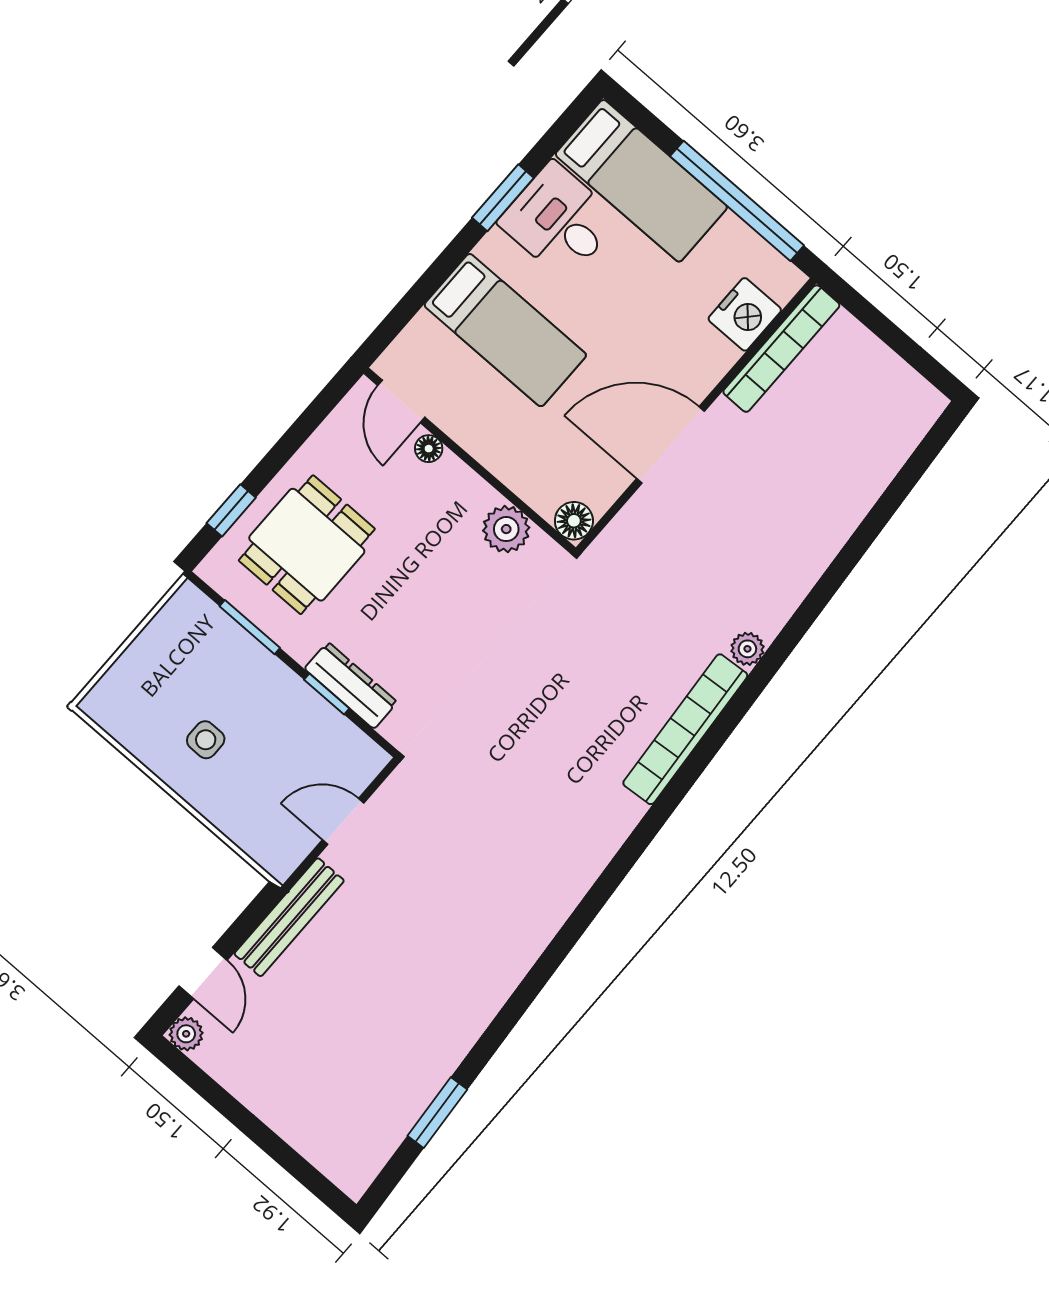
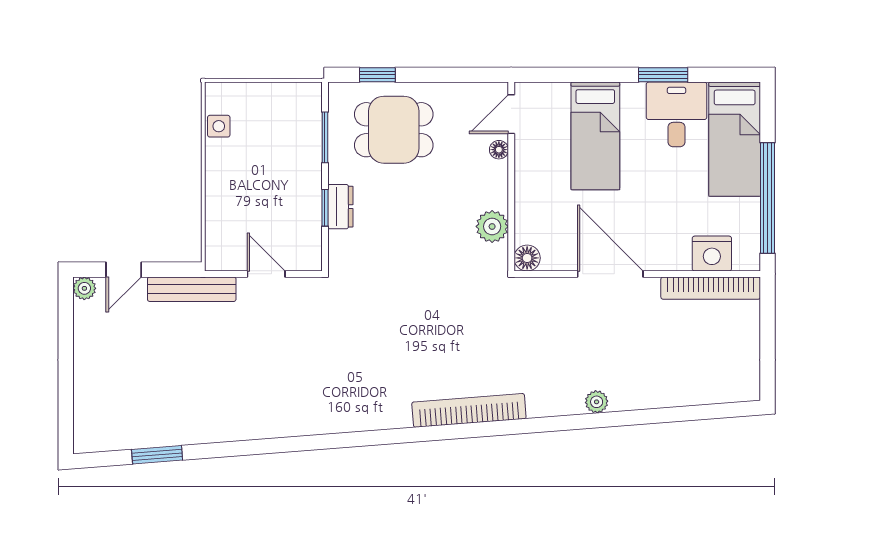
plant: (747, 649) -> (597, 402), moved
dresser: (351, 685) -> (340, 207), width x0.70
side table: (206, 740) -> (219, 126), moved

